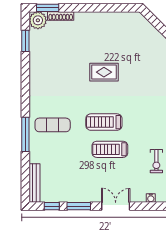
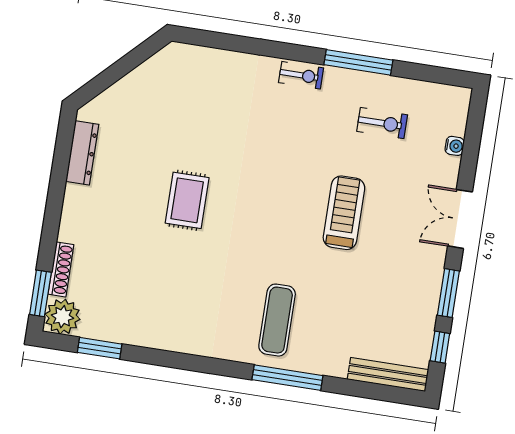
dresser: (119, 17) -> (82, 153), added
treadmill: (104, 122) -> (287, 216), removed
treadmill: (110, 149) -> (344, 213), turned 180

